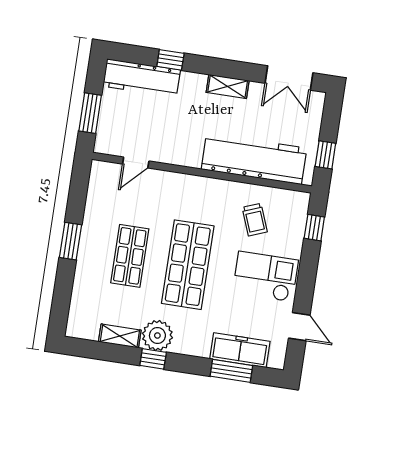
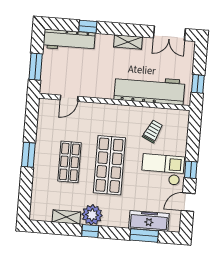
trolley: (255, 220) -> (153, 131), turned -134
window: (314, 228) -> (191, 170), moved
door: (299, 327) -> (188, 202), swing flipped

